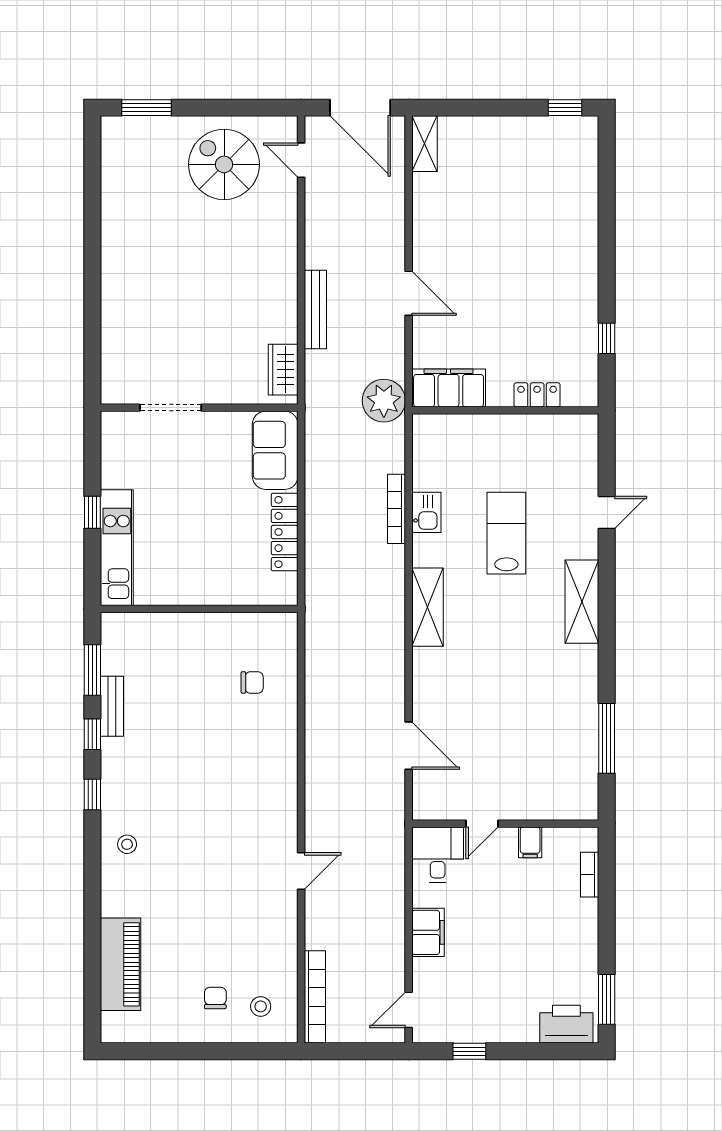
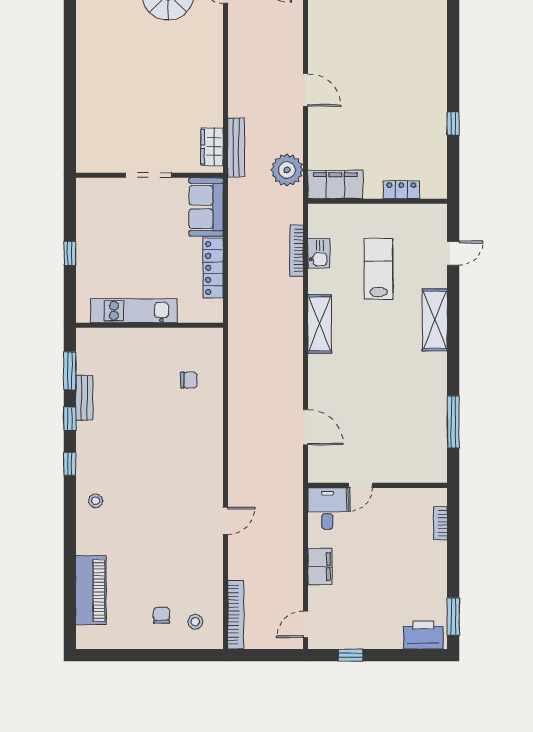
bench: (315, 310) -> (236, 148), moved
filing cabinet: (449, 388) -> (335, 185), moved
locker: (537, 395) -> (401, 190), moved
doorway: (171, 408) -> (148, 175), moved
wall: (505, 410) -> (378, 201), moved
kitchen unit: (117, 548) -> (134, 311), moved, turned -90
filing cabinet: (530, 842) -> (396, 499), removed

